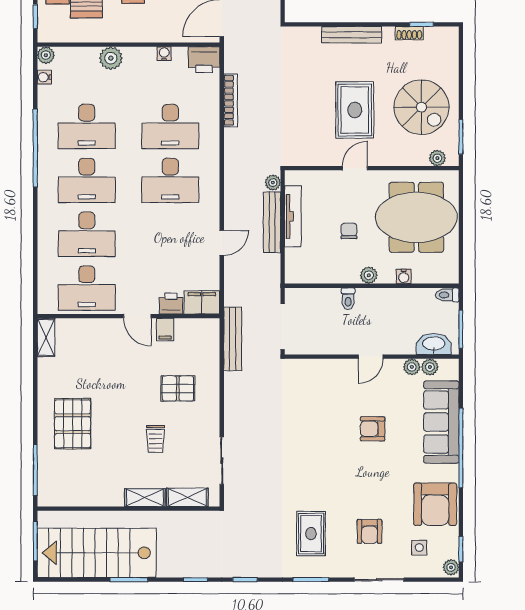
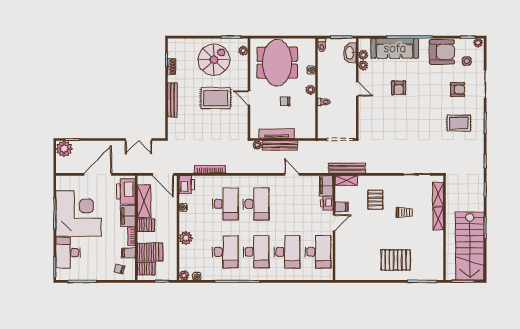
shelving: (46, 337) -> (346, 180), moved

